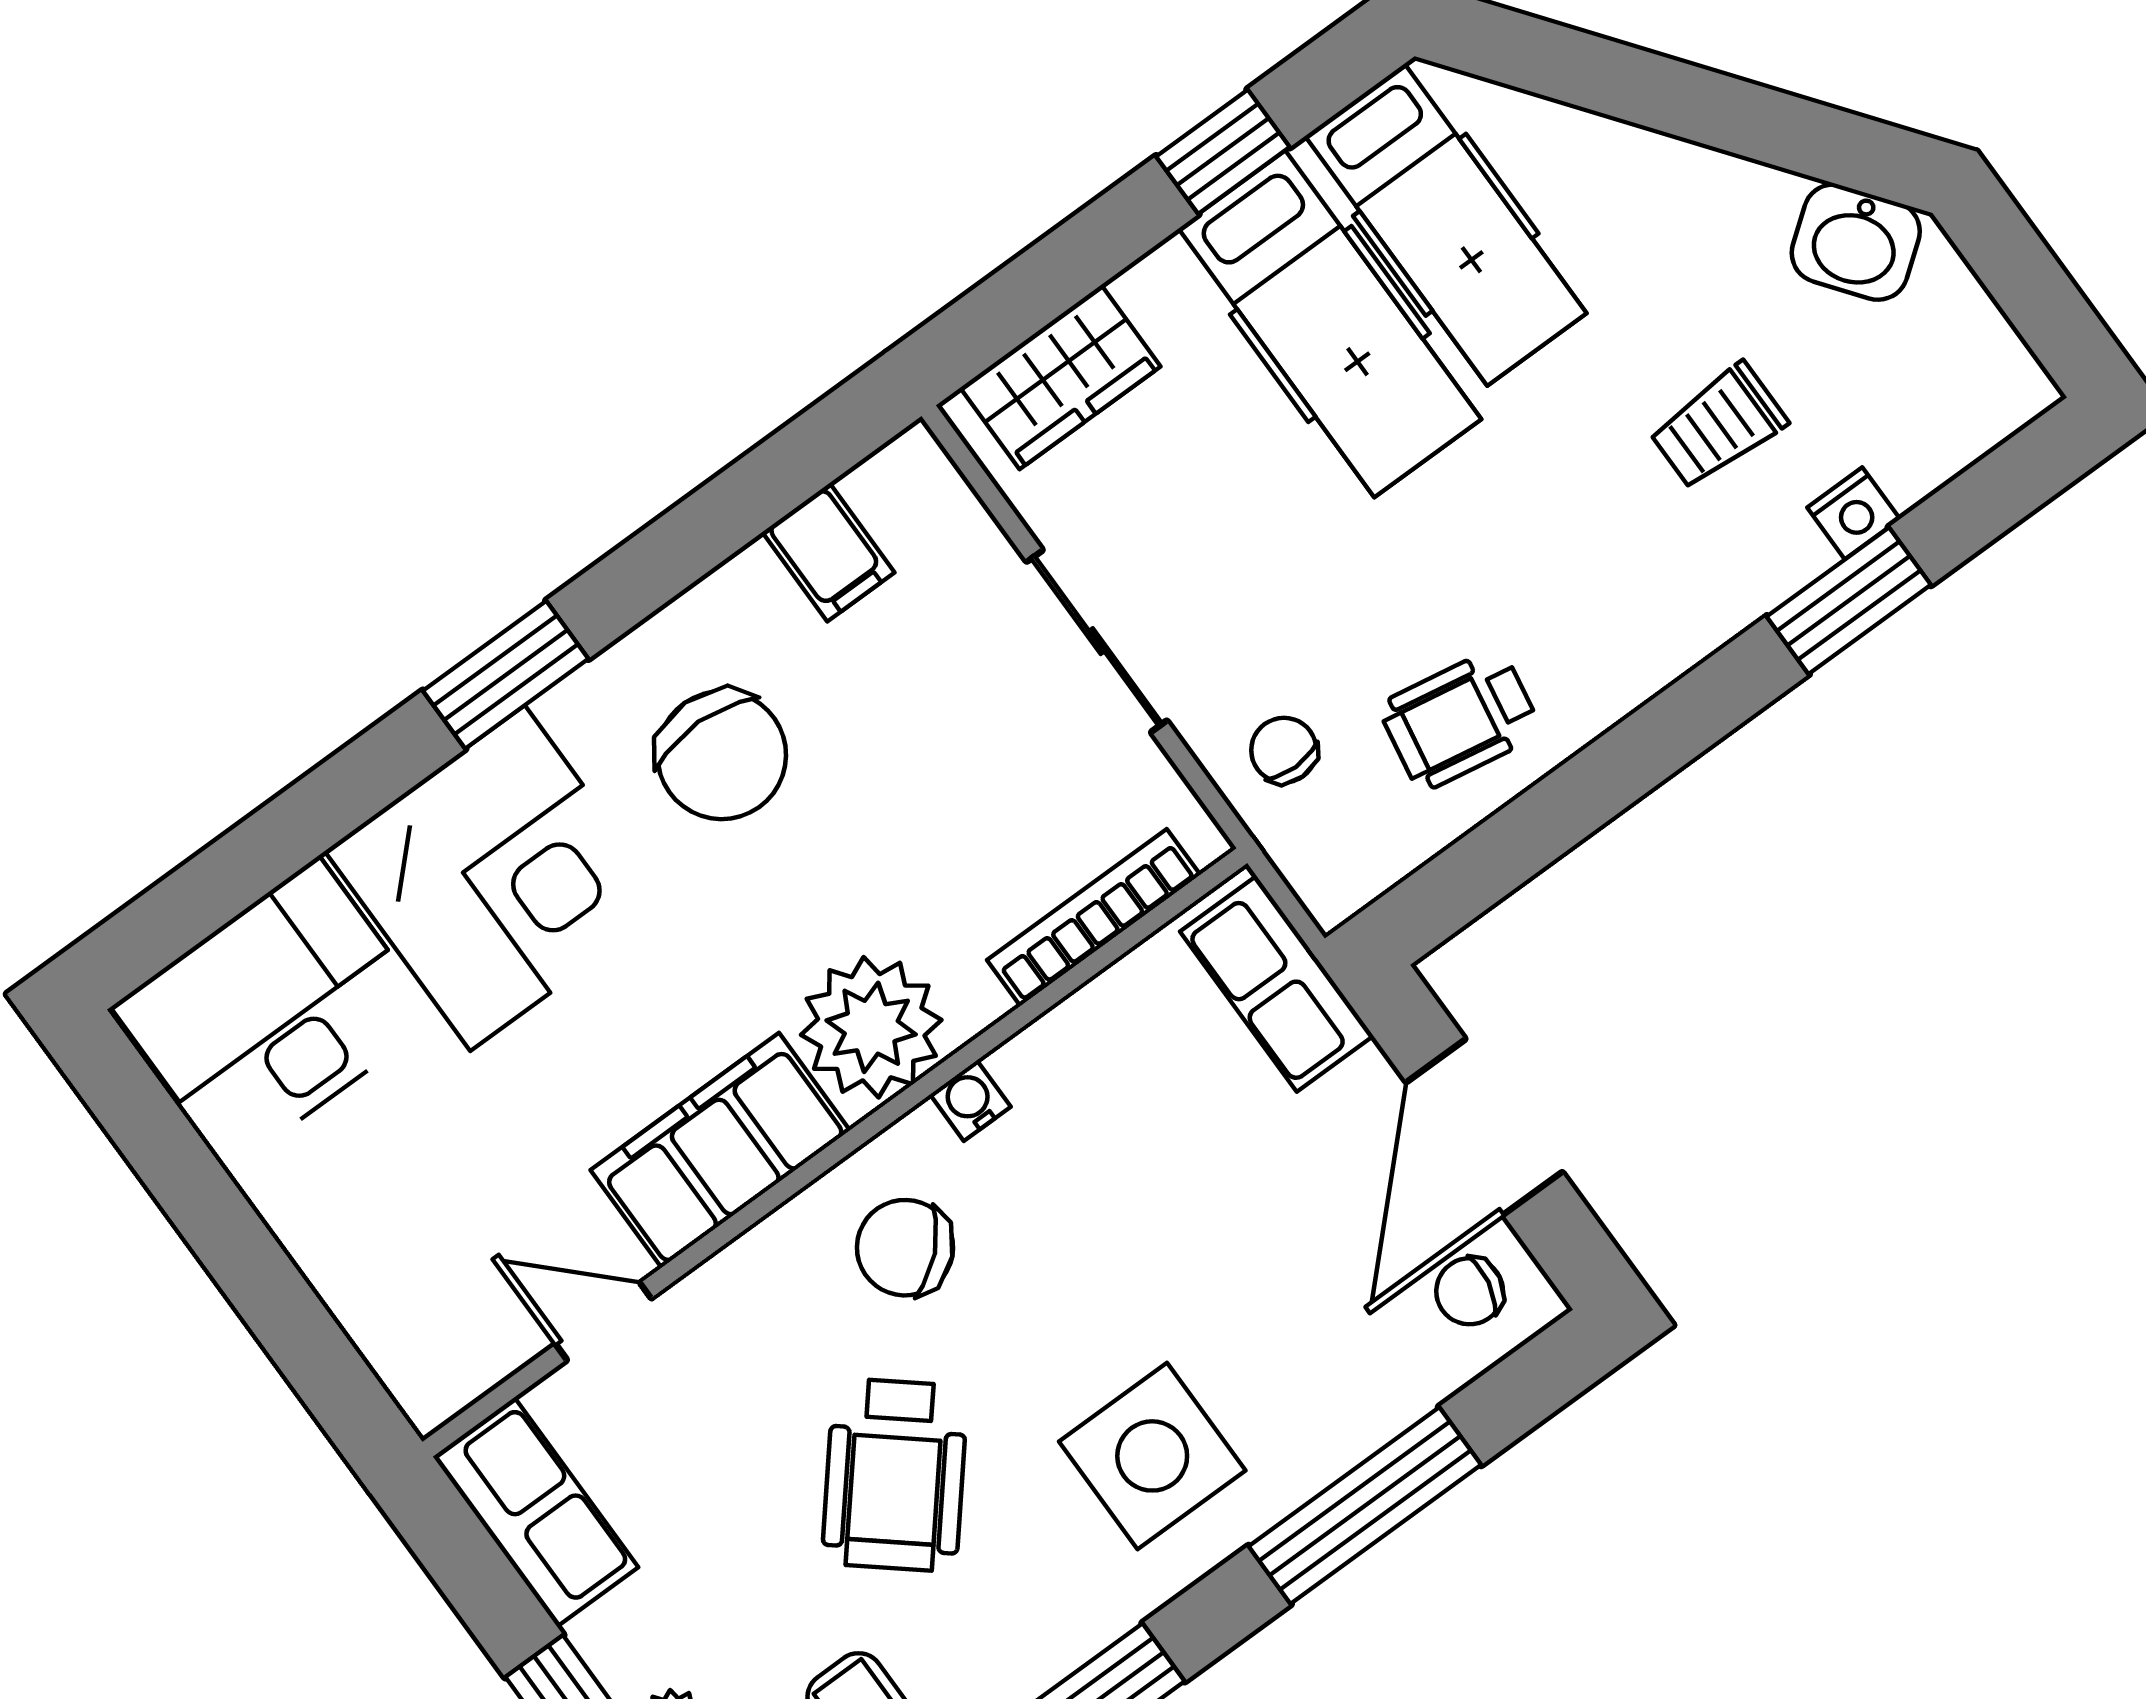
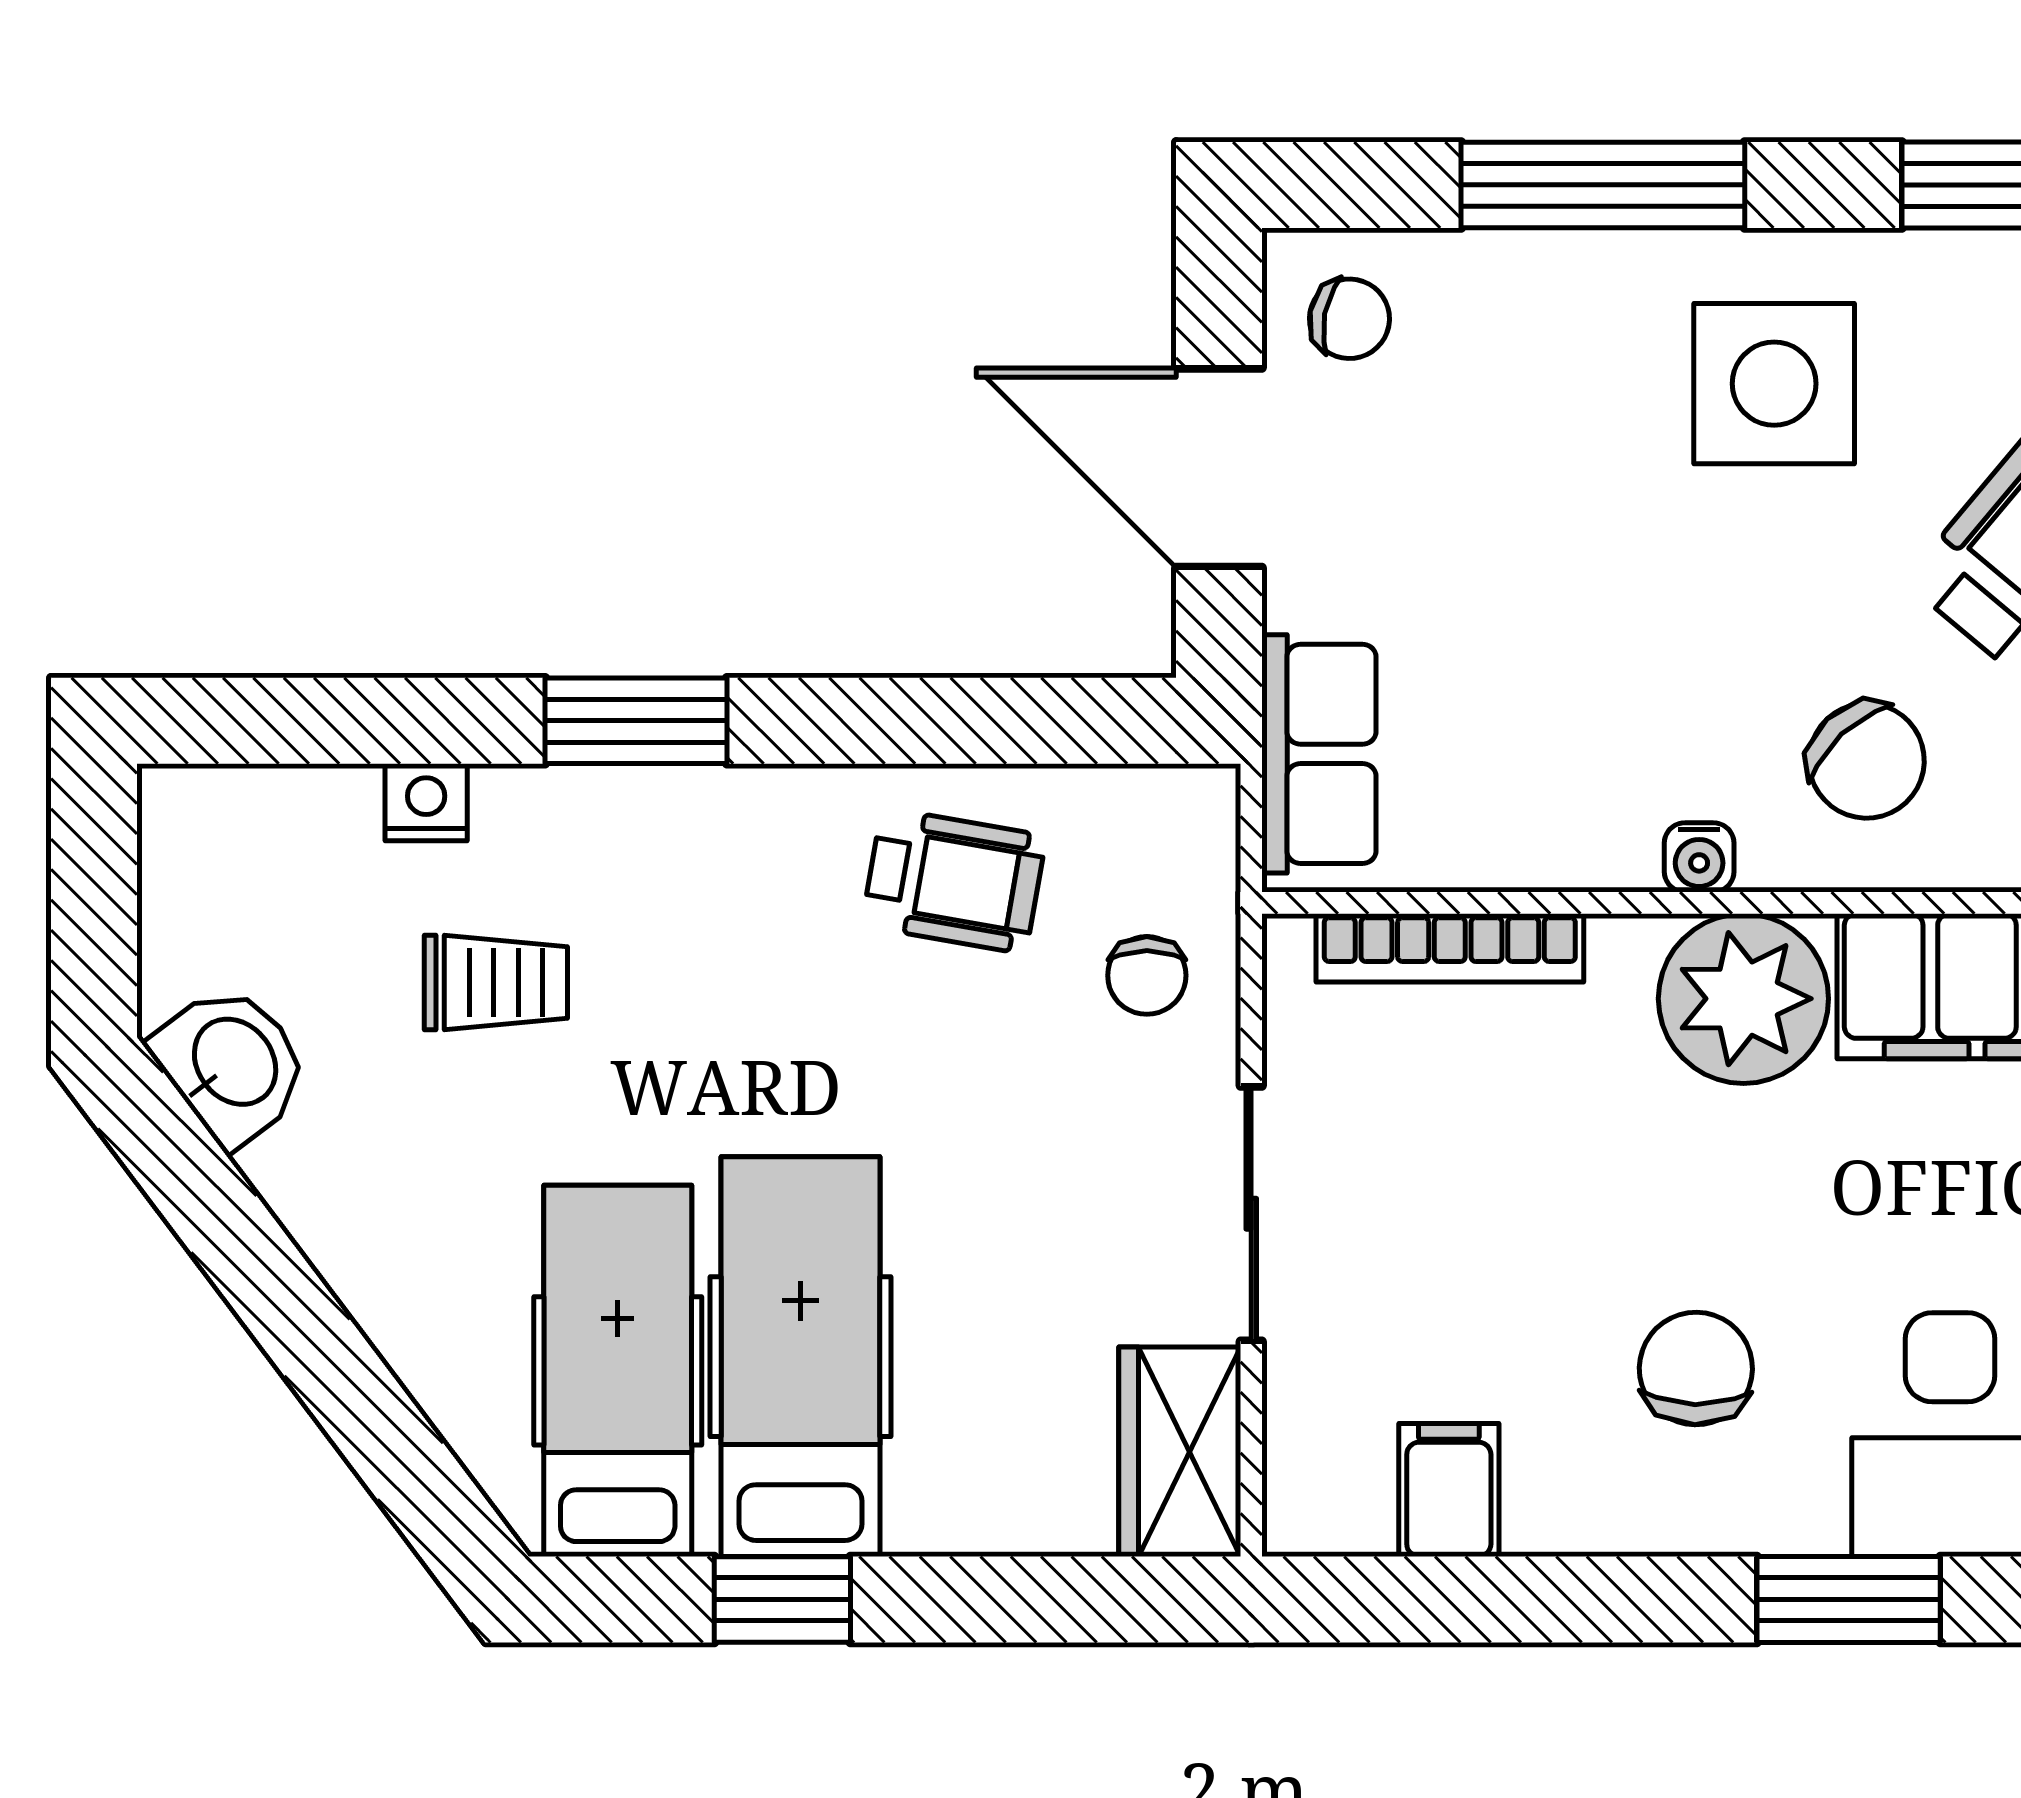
wardrobe: (1060, 377) -> (1180, 1452), moved, turned -90
window: (1849, 601) -> (636, 721), moved
chair: (722, 755) -> (1696, 1368), width x0.73, depth x0.73
door: (1484, 1127) -> (1219, 468), swing flipped

